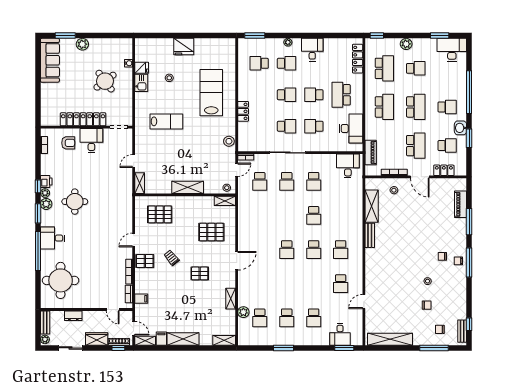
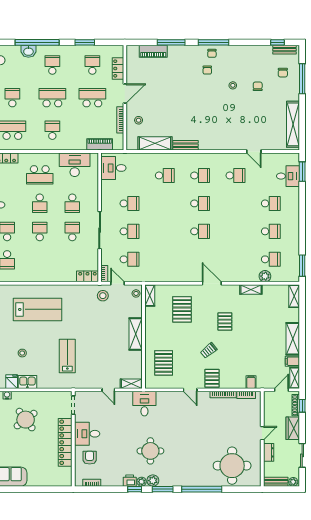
lab bench: (211, 93) -> (38, 309), turned 180
school desk: (384, 107) -> (52, 130), width x0.54
locker: (243, 111) -> (87, 276), moved
washbasin: (460, 128) -> (28, 51), moved
stool: (229, 141) -> (103, 296), moved
school desk: (314, 215) -> (165, 175), moved
desk: (53, 238) -> (144, 404), moved, turned 180
door: (113, 310) -> (262, 433), moved
window: (284, 348) -> (302, 266), moved

